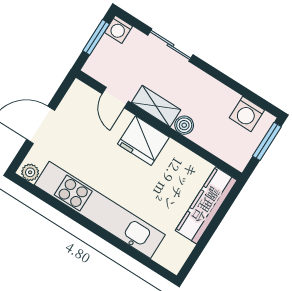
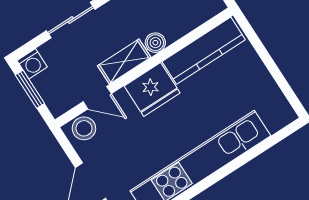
stool: (84, 98) -> (84, 128), added
kitchen counter: (206, 205) -> (204, 51), moved, turned -90

